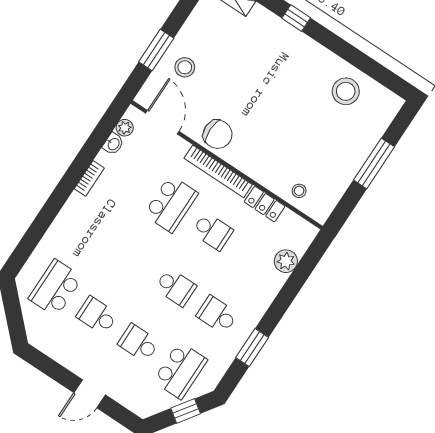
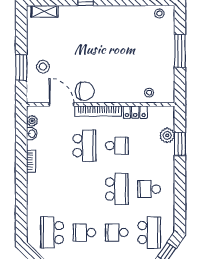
stool: (346, 91) -> (159, 13), moved, width x0.53, depth x0.53
door: (162, 122) -> (61, 104), moved
school desk: (176, 287) -> (117, 189), width x1.85
window: (252, 348) -> (180, 144), moved

